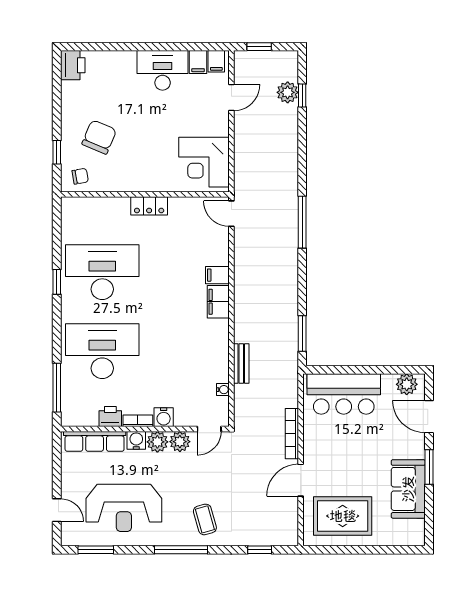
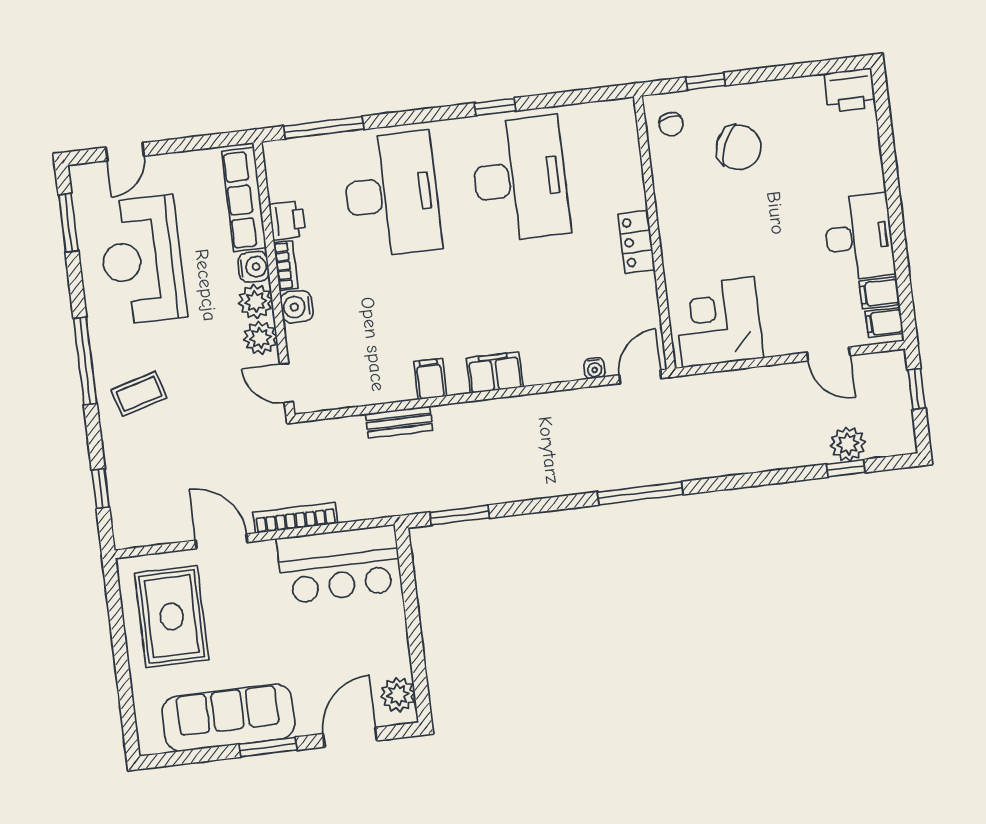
filing cabinet: (217, 275) -> (430, 379), moved
water cooler: (223, 390) -> (594, 368), moved
bar counter: (344, 394) -> (339, 564), moved, turned -90
sofa: (408, 489) -> (228, 718), width x1.36

